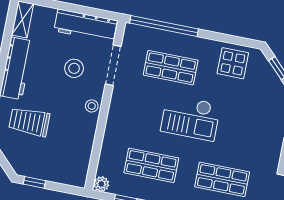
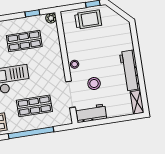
workbench: (85, 26) -> (91, 113), width x0.73
window: (164, 26) -> (31, 133), moved
trolley: (29, 122) -> (88, 19), moved

